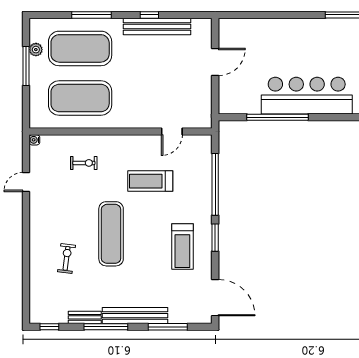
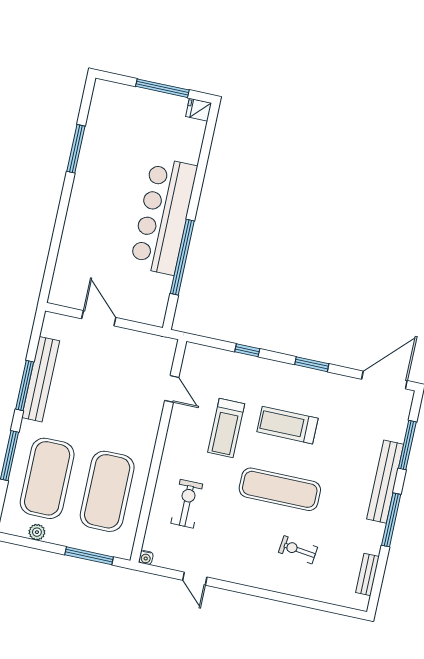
window: (149, 15) -> (25, 386), width x2.17
window: (26, 66) -> (89, 556), moved
exercise bike: (84, 163) -> (187, 504), width x1.38, depth x1.39
window: (215, 184) -> (247, 350), width x0.32
treadmill: (182, 247) -> (287, 425), moved, turned 180
bench: (85, 317) -> (367, 575), moved
window: (49, 327) -> (376, 588), removed

